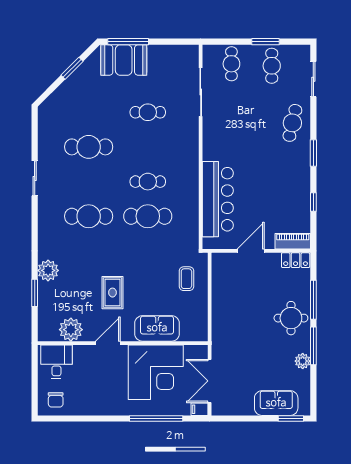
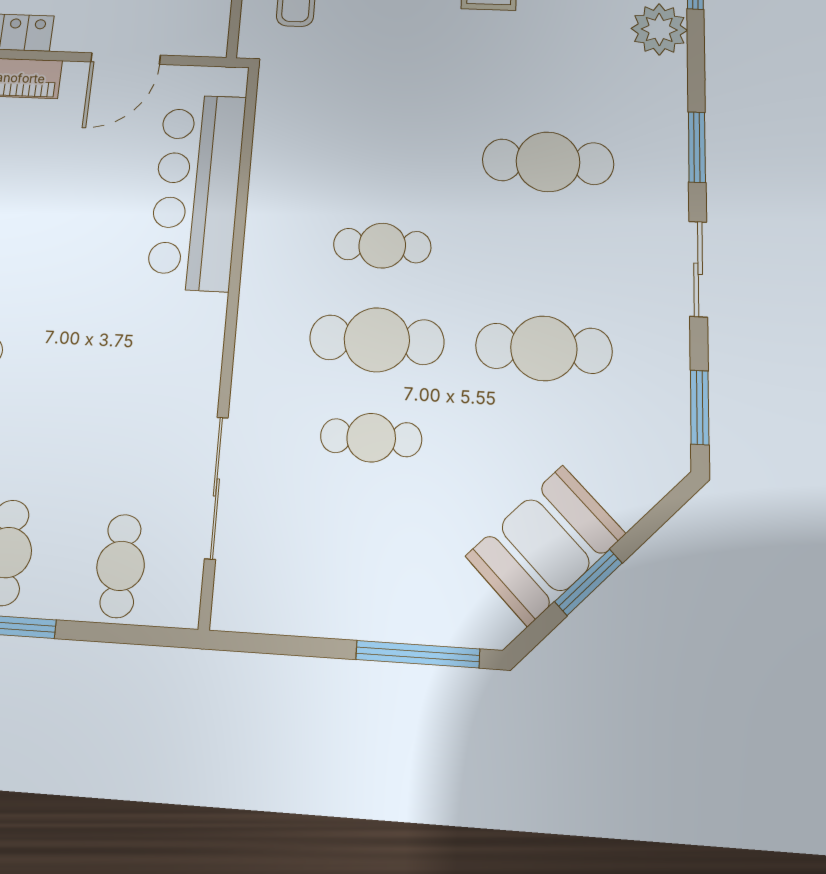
booth: (124, 60) -> (545, 545), moved, turned -45
window: (35, 129) -> (700, 407), added
cafe table: (148, 216) -> (377, 340), moved
window: (35, 224) -> (697, 147), added

